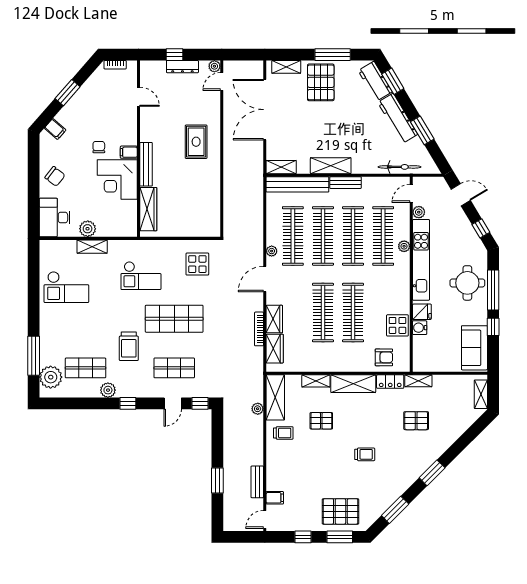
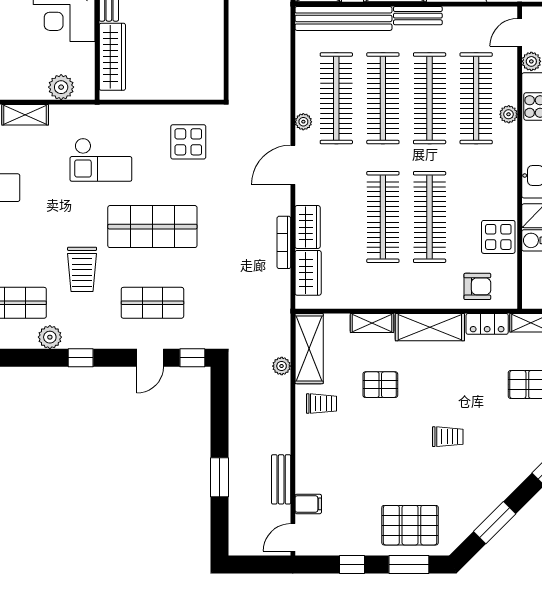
plant: (88, 229) -> (61, 87), moved

